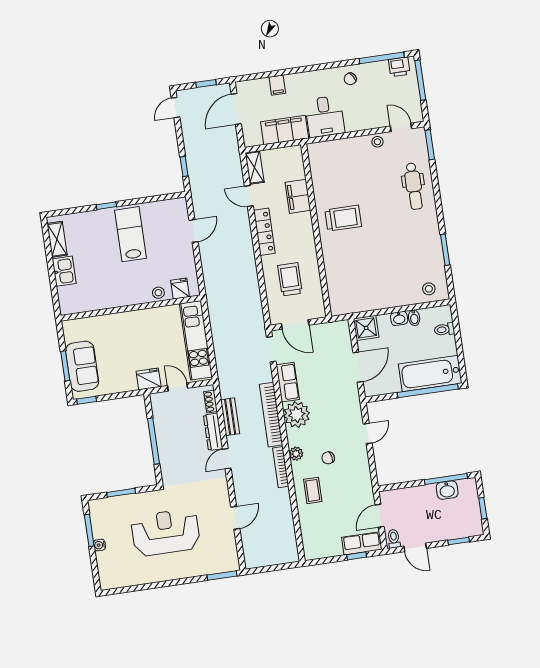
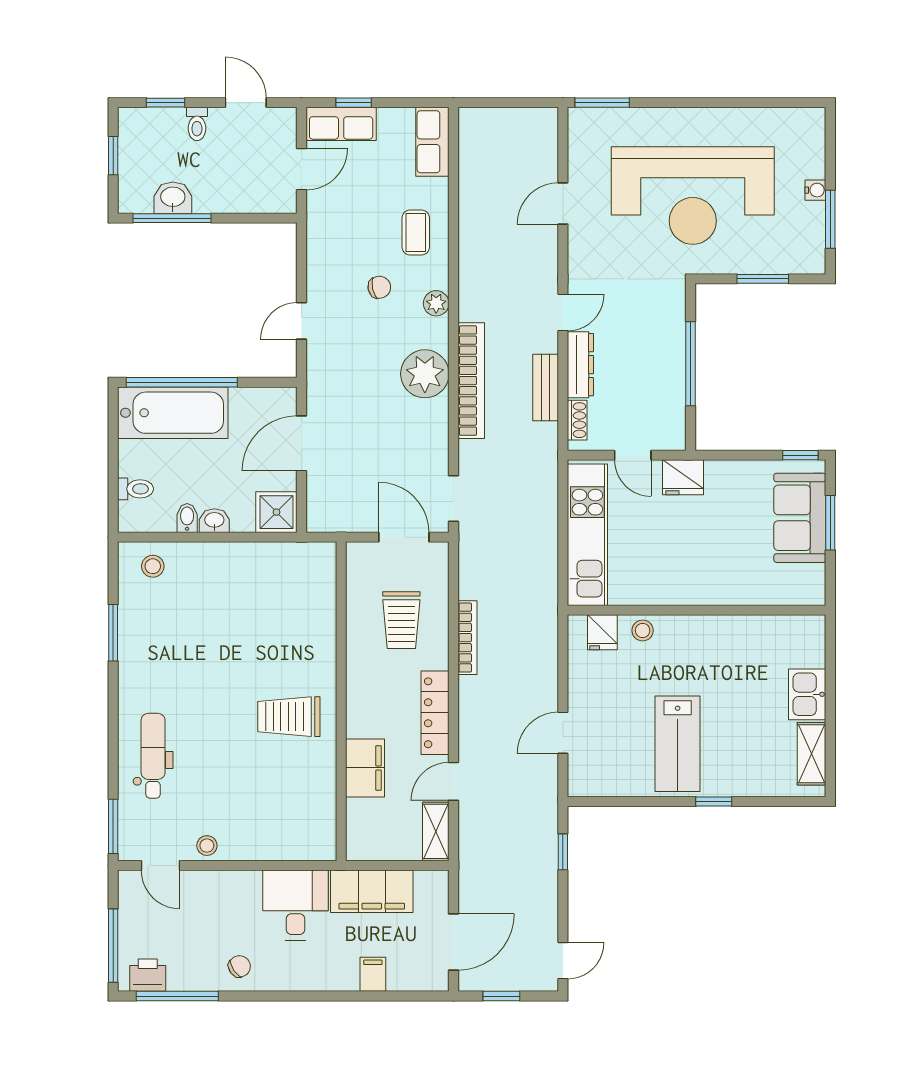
door: (249, 196) -> (453, 781), swing flipped
row of seats: (288, 382) -> (432, 142), moved
bookcase: (281, 467) -> (468, 638), moved
reception desk: (166, 532) -> (693, 195), width x1.36, depth x1.30
toilet: (394, 539) -> (197, 124), moved

